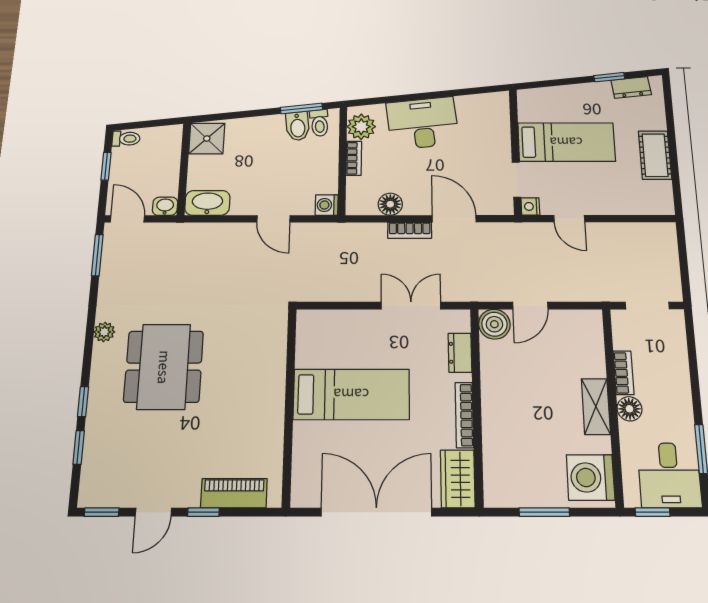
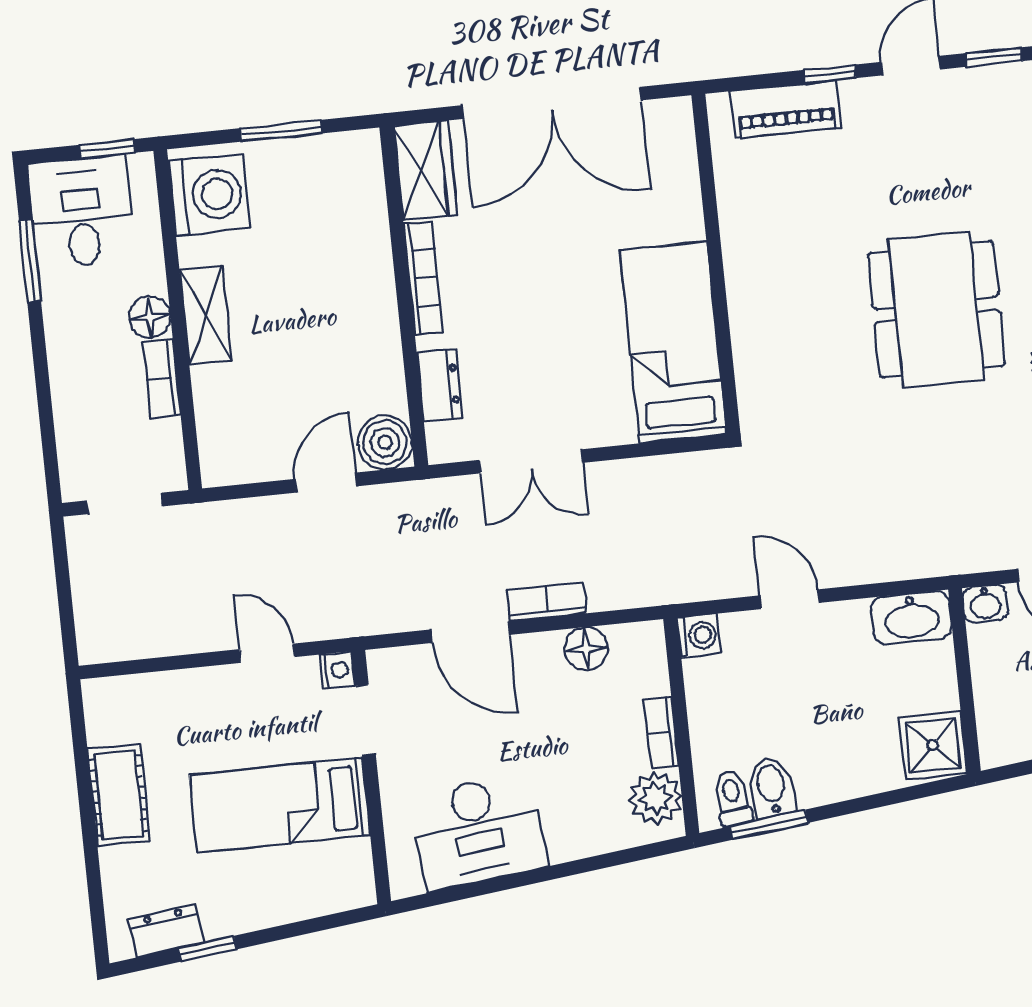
desk: (423, 123) -> (478, 832), moved
bed: (351, 394) -> (673, 342), moved, turned 90

